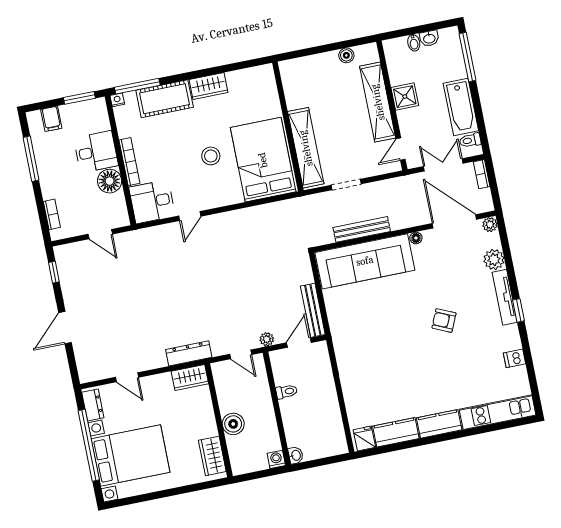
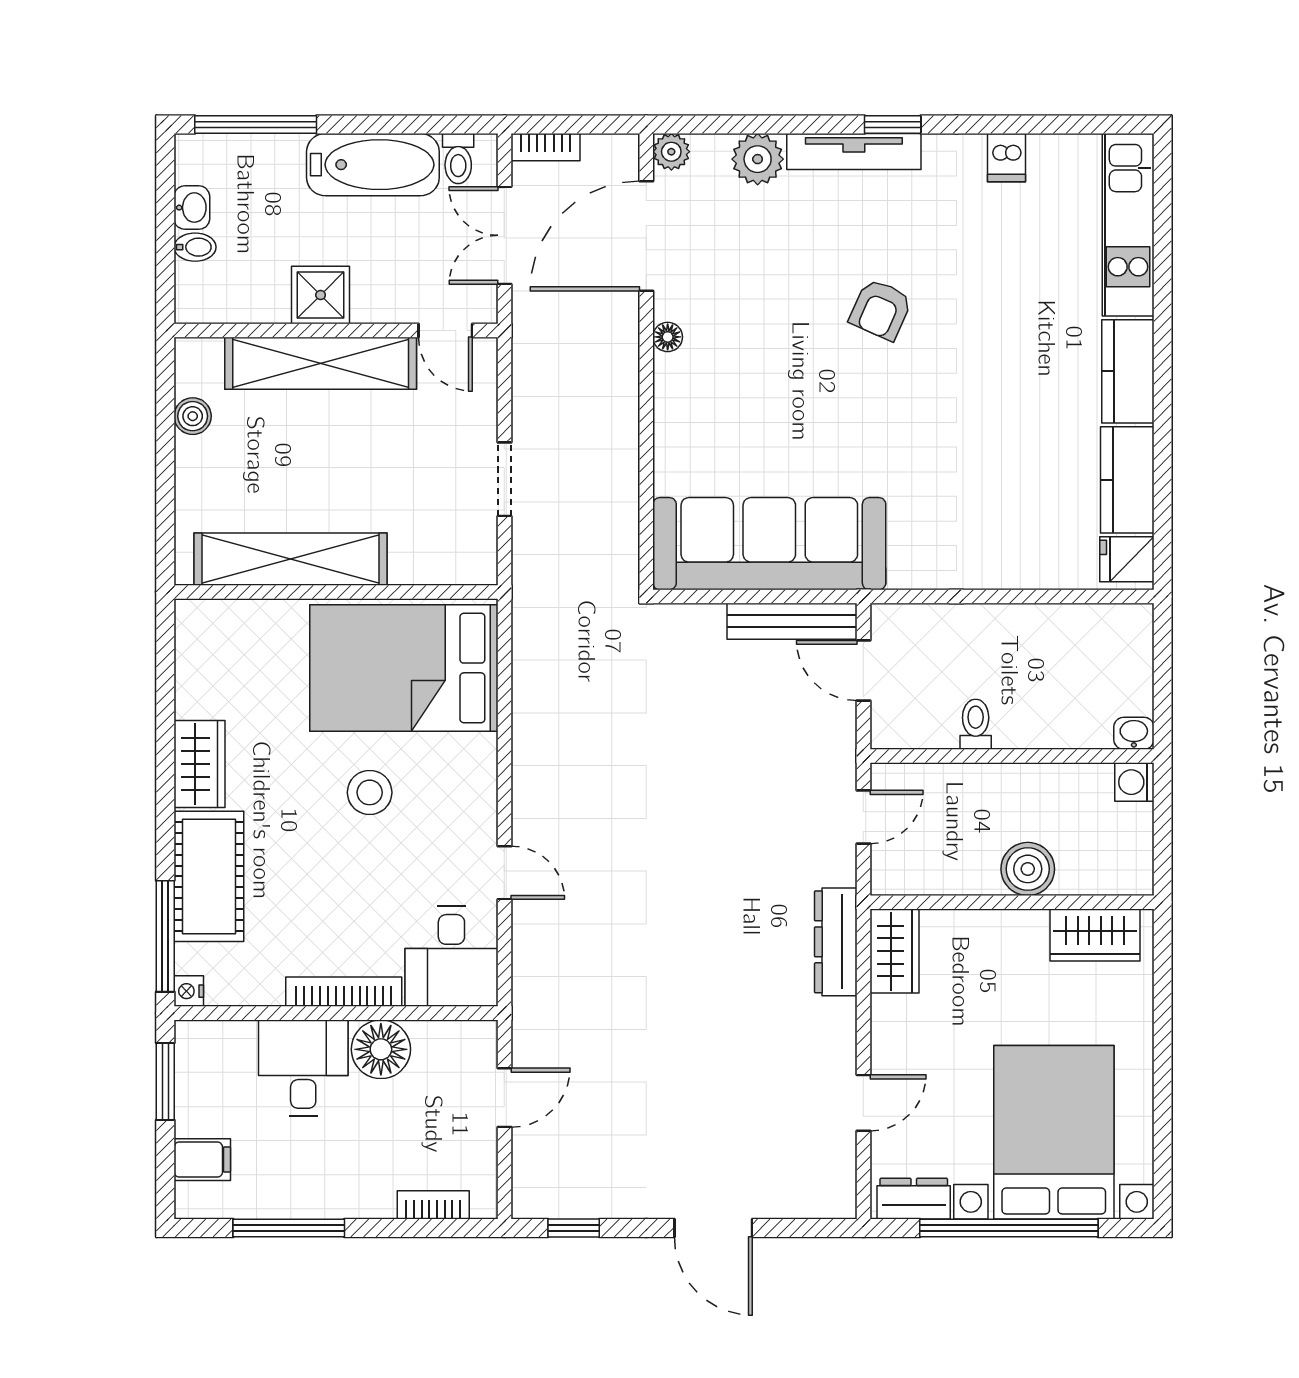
shelving: (306, 148) -> (290, 559), moved
bench: (362, 229) -> (620, 464), removed
sofa: (365, 261) -> (769, 544), moved, turned -90
plant: (267, 339) -> (840, 747), removed

